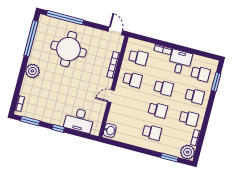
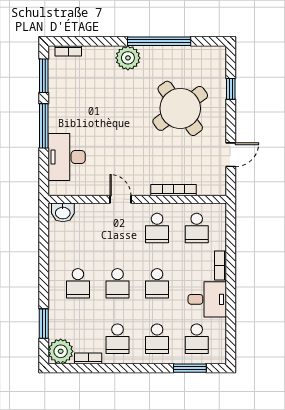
window: (65, 18) -> (231, 89), width x0.32
door: (115, 31) -> (231, 155), moved
window: (31, 38) -> (159, 41), moved
round table: (69, 49) -> (180, 108), turned -36
window: (58, 128) -> (44, 126), width x2.17

